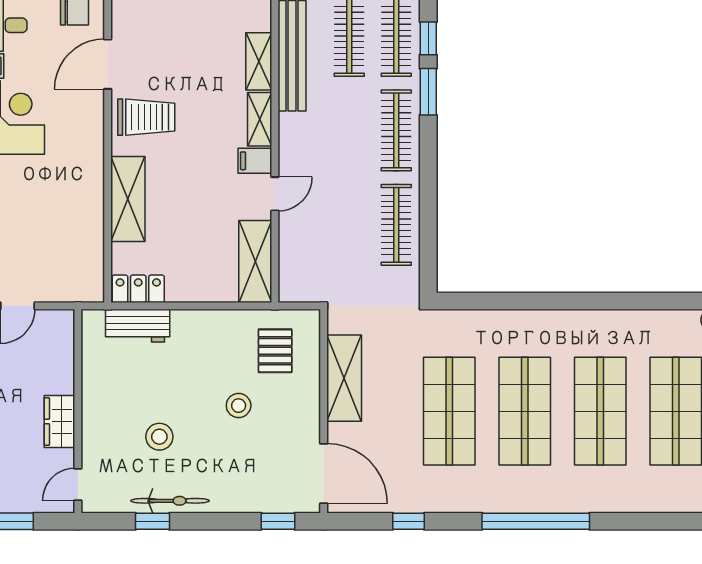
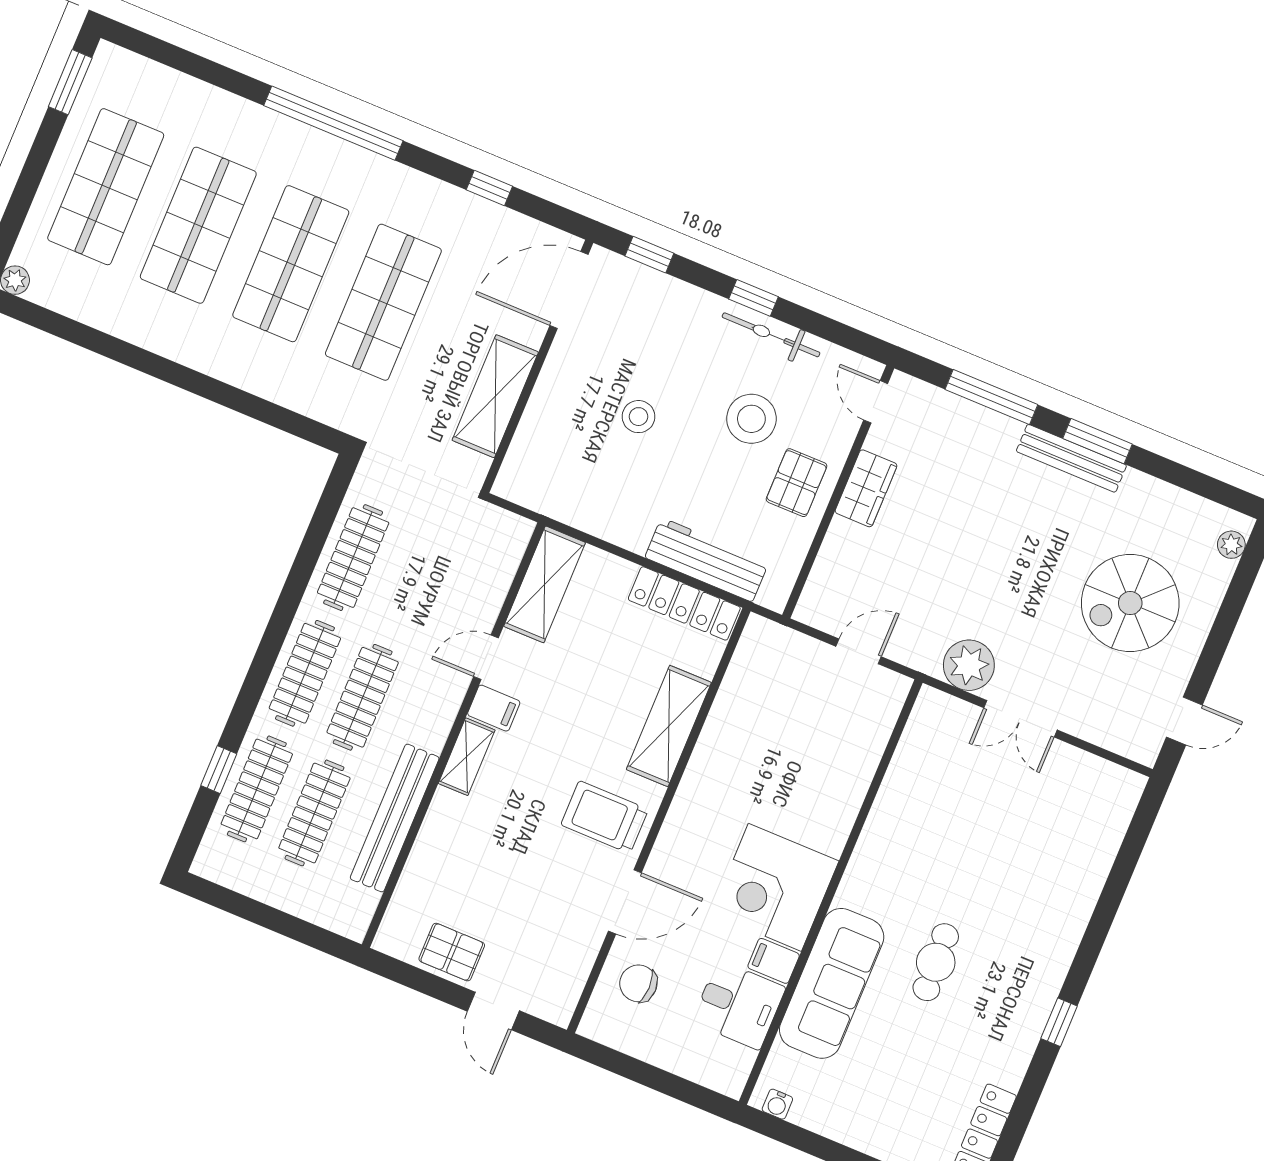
shelving: (259, 61) -> (438, 828), removed
window: (428, 92) -> (246, 704), removed
clothes rail: (349, 130) -> (363, 697), added
locker: (138, 289) -> (684, 603), width x1.53
workbench: (138, 326) -> (707, 560), width x1.38
pallet: (275, 351) -> (797, 483), moved
stool: (159, 437) -> (751, 419), width x1.38, depth x1.38
door: (324, 474) -> (569, 290), hinge flipped
door: (78, 484) -> (876, 402), swing flipped
window: (153, 521) -> (753, 298), moved

